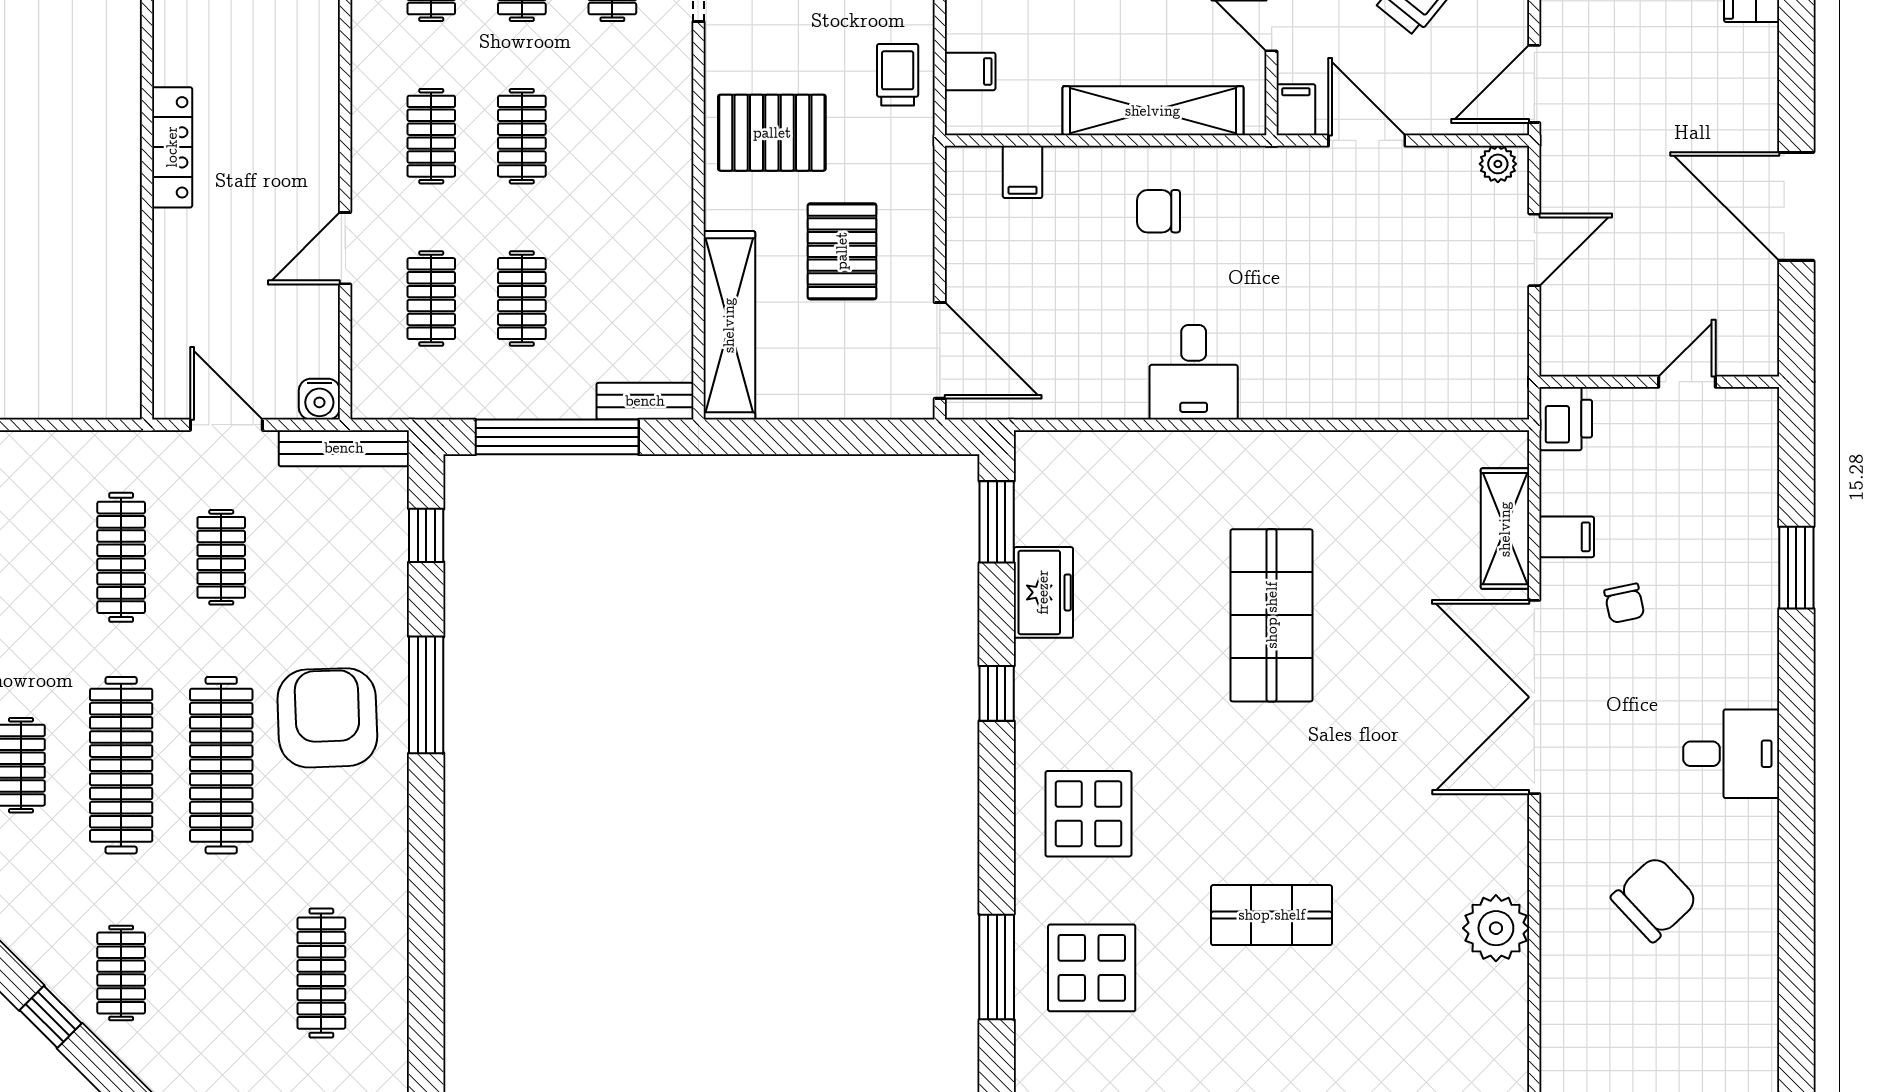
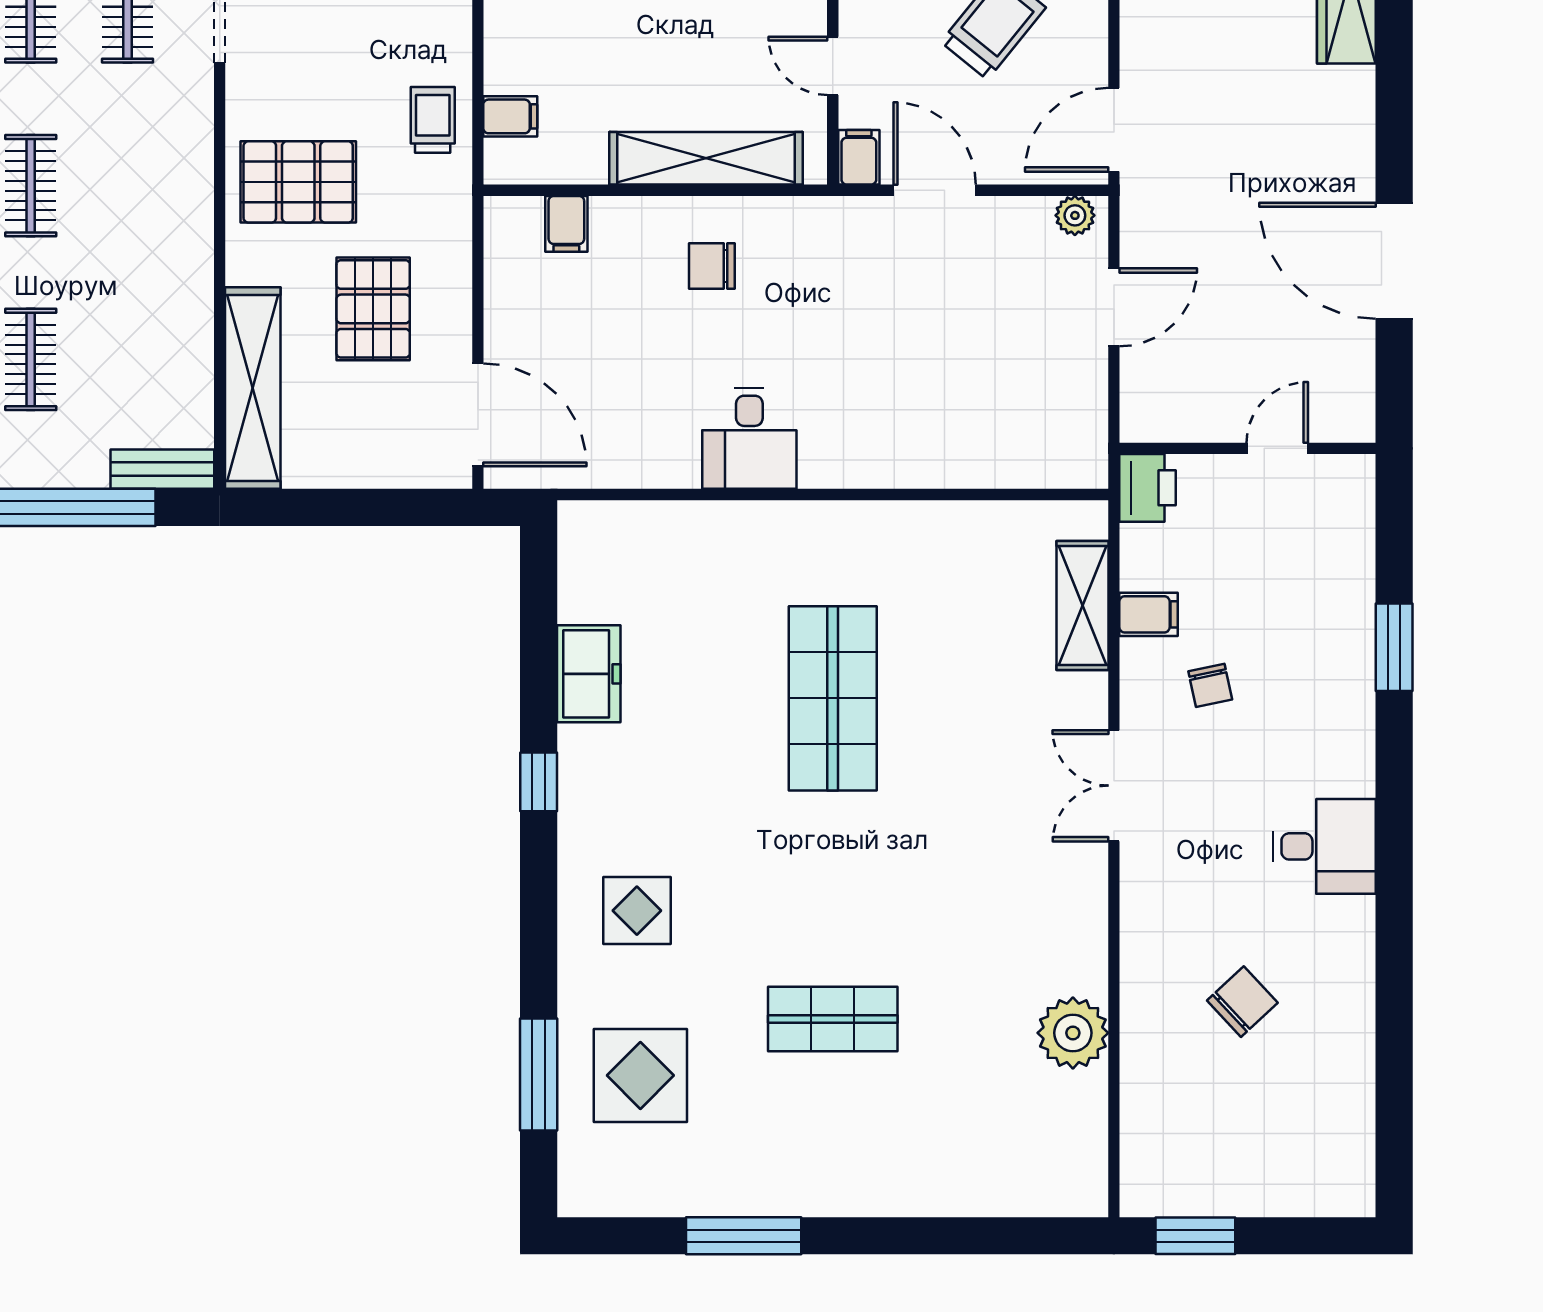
window: (997, 522) -> (539, 598), removed
double door: (1534, 697) -> (1114, 786), width x0.54
display table: (1088, 814) -> (637, 911), width x0.73, depth x0.73
chair: (1654, 899) -> (1242, 1002), width x0.73, depth x0.73

